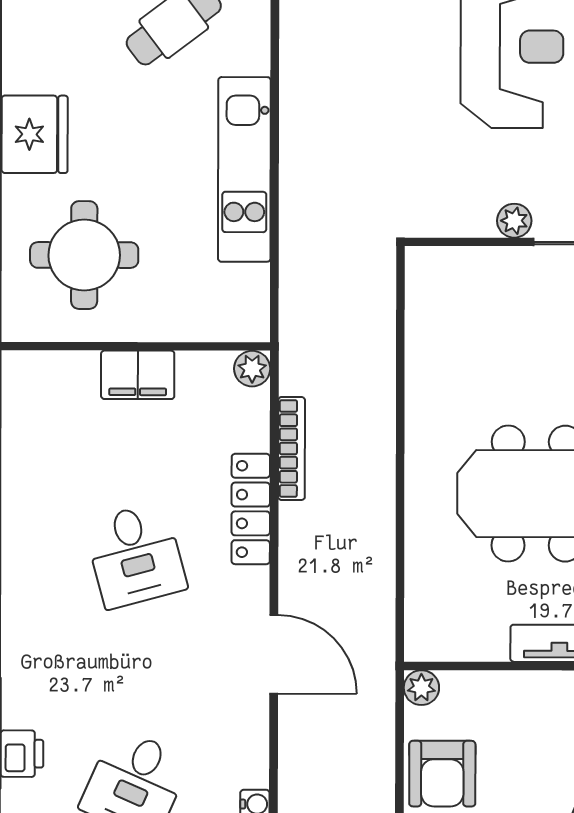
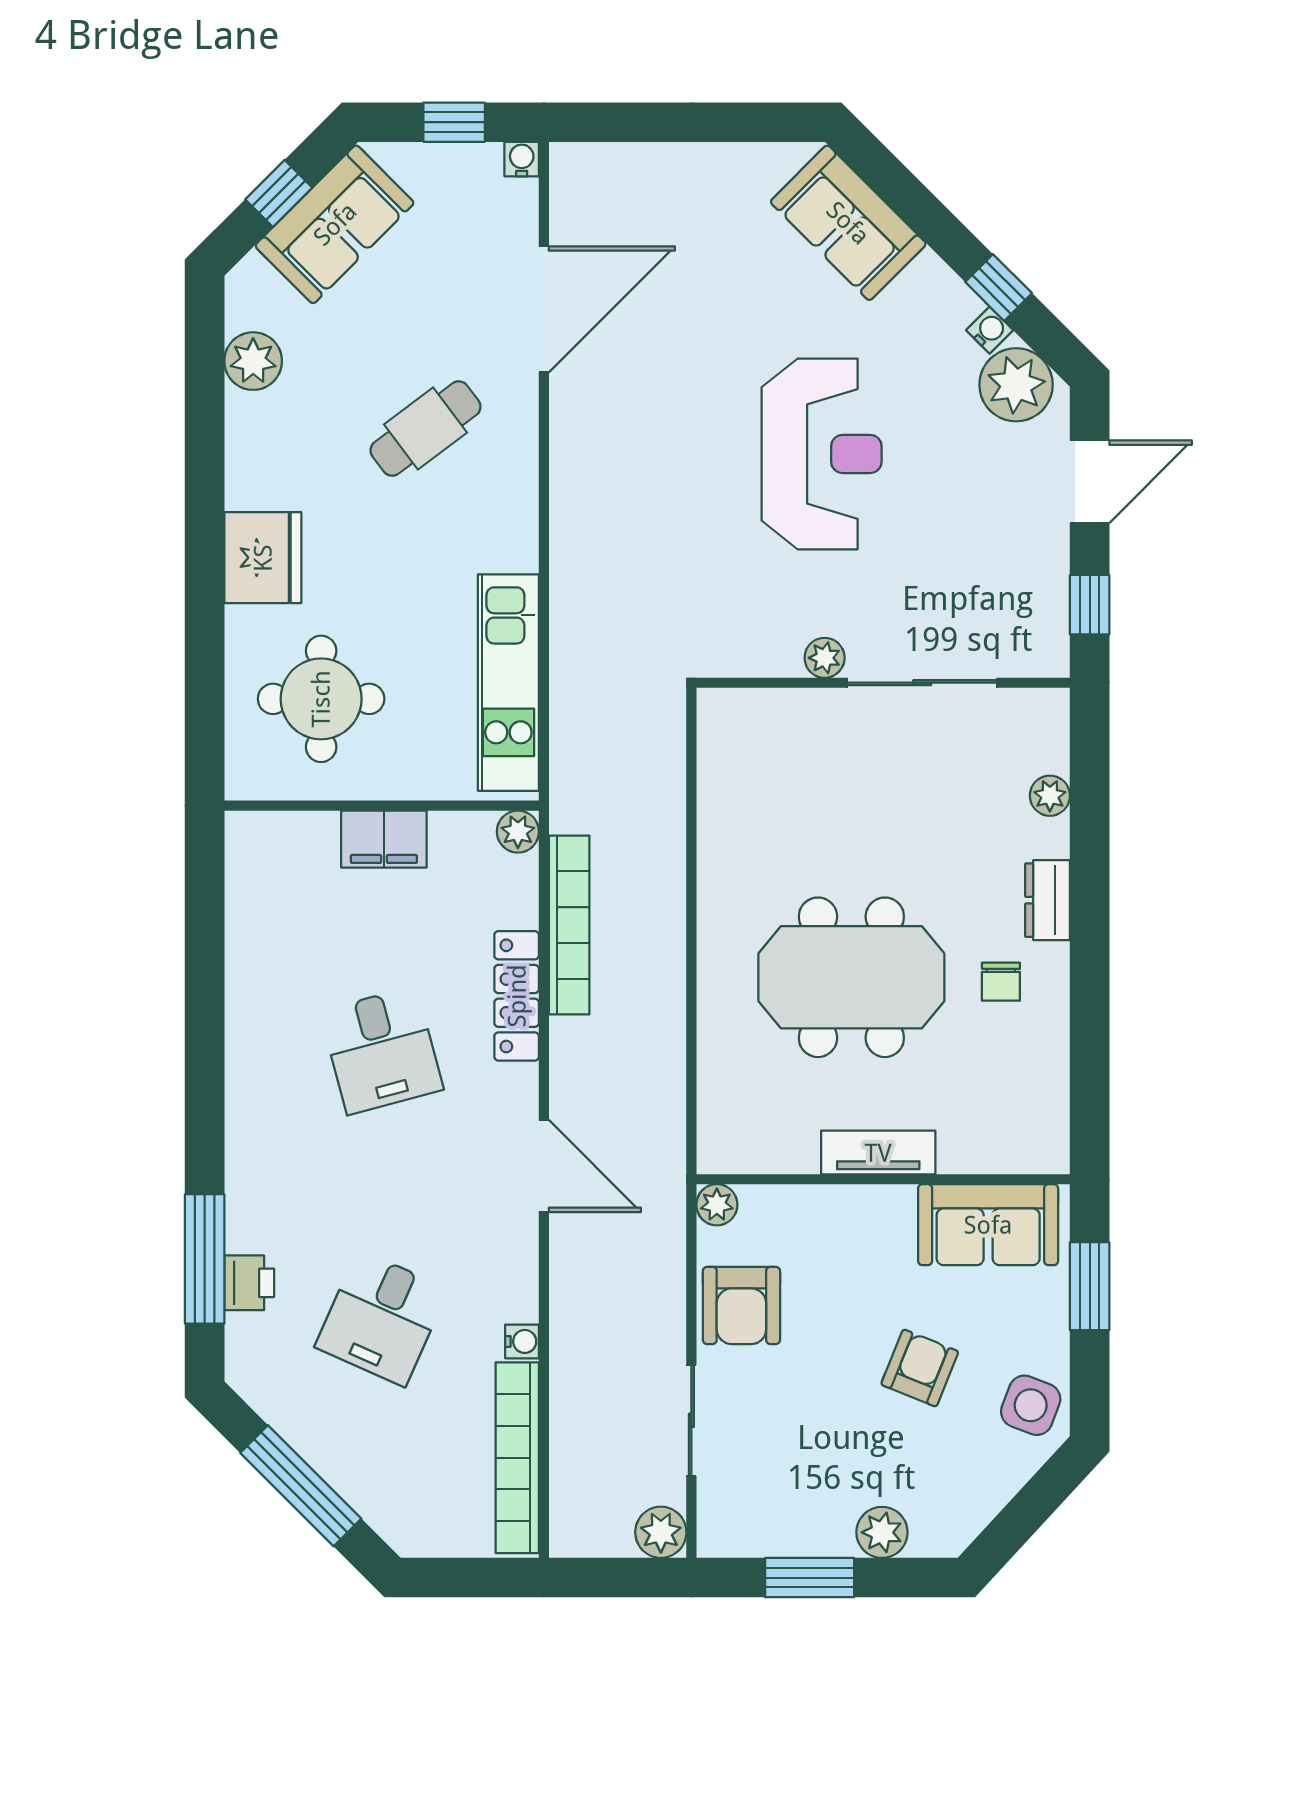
kitchen unit: (244, 169) -> (508, 683), moved
bookcase: (292, 448) -> (569, 925), width x1.48, depth x1.31

